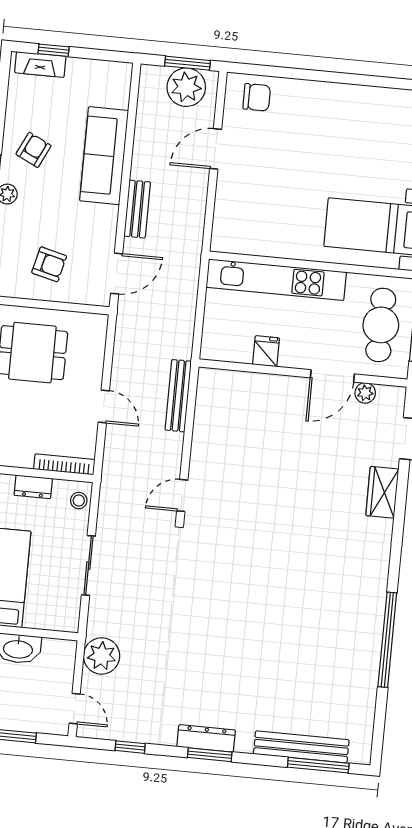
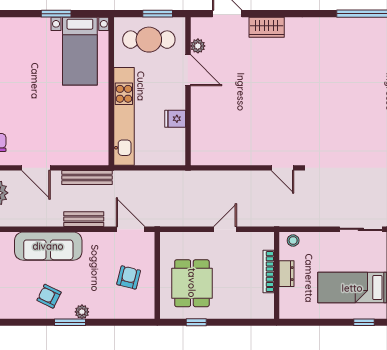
bench: (178, 396) -> (87, 178), moved
bookcase: (64, 464) -> (269, 272), moved
sliding door: (88, 565) -> (361, 229), moved

